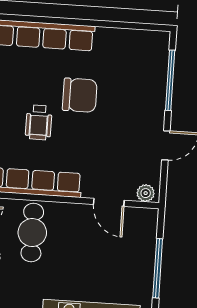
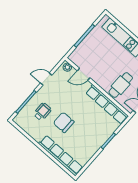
wheelchair: (39, 122) -> (42, 112), moved
door: (109, 202) -> (84, 74), swing flipped

